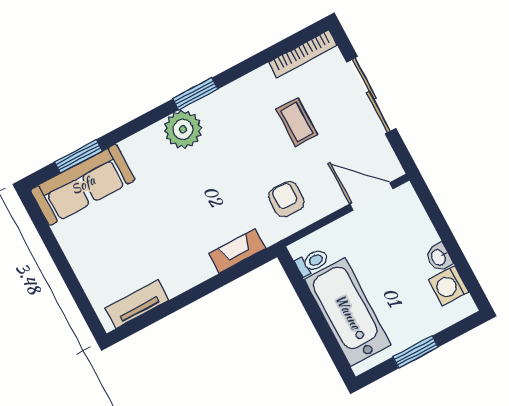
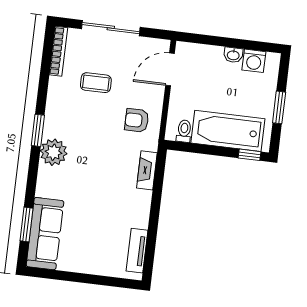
window: (337, 356) -> (249, 155), added

